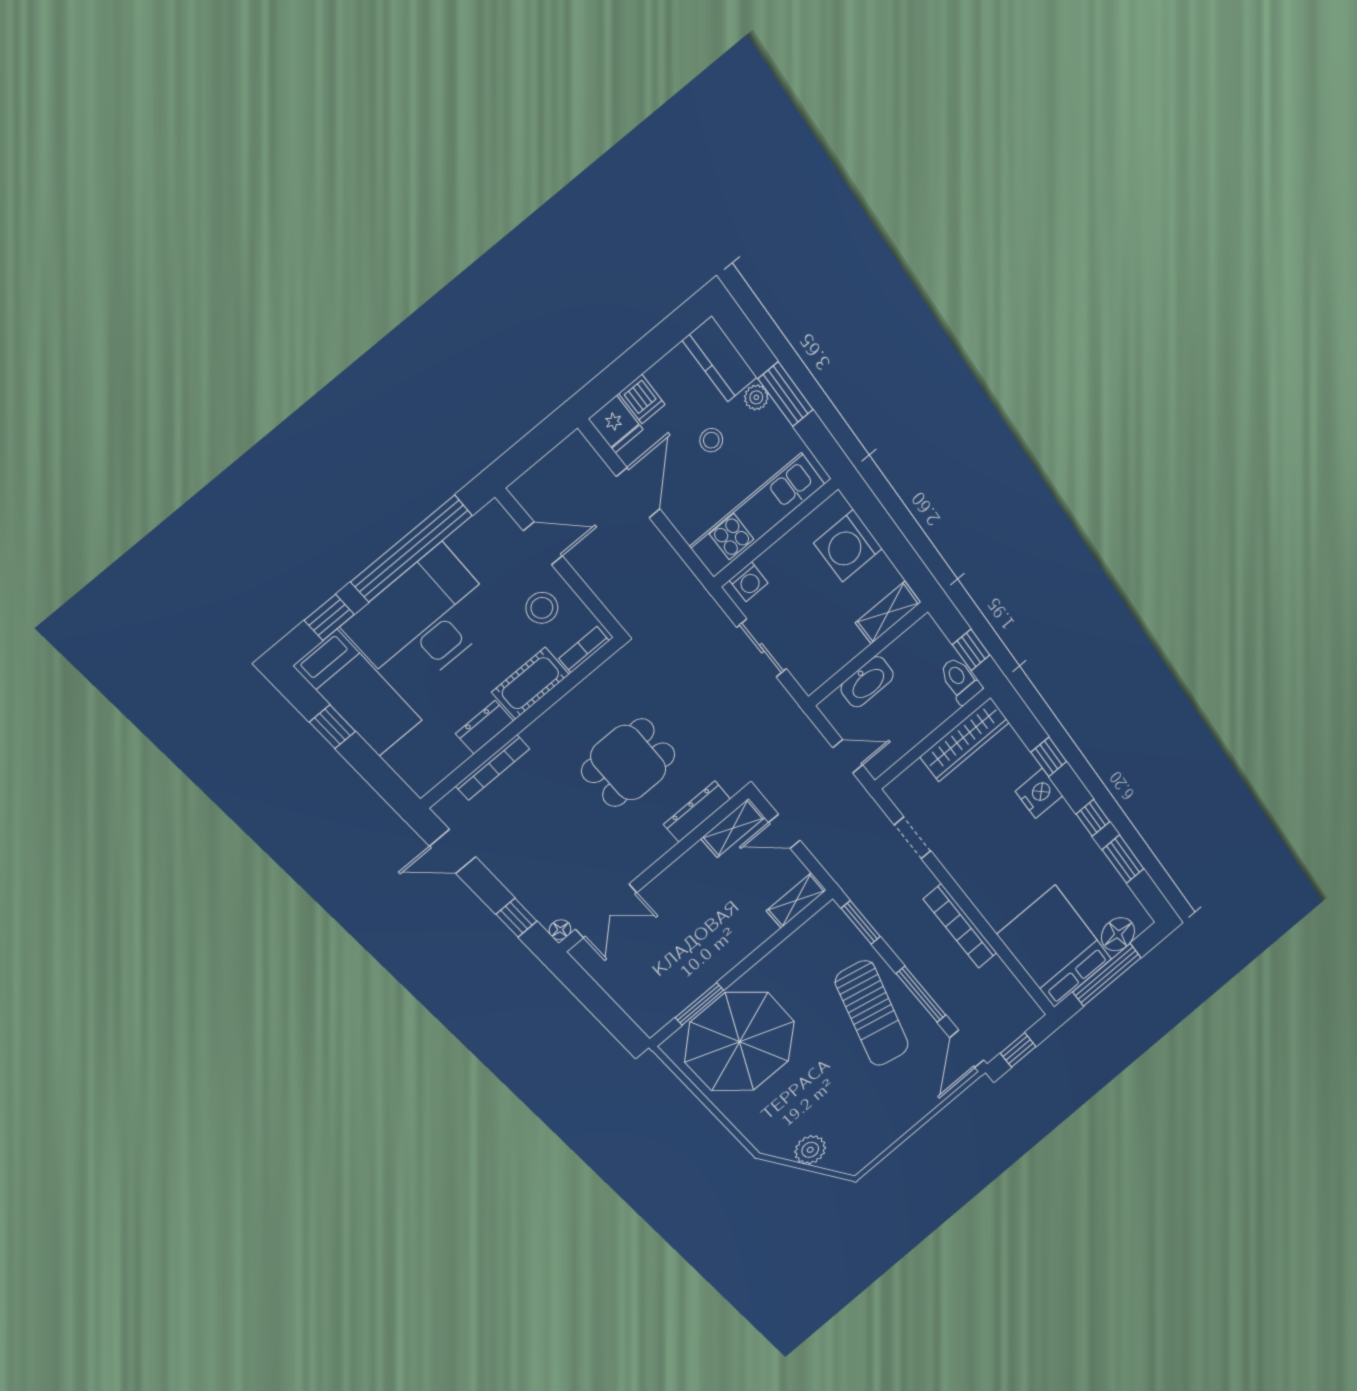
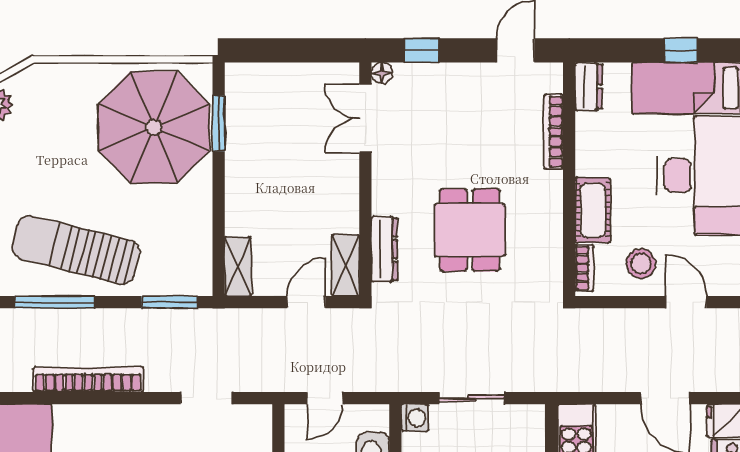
door: (543, 543) -> (686, 302), swing flipped
washing machine: (749, 582) -> (415, 418), moved, turned 180
dresser: (485, 727) -> (589, 87), moved

